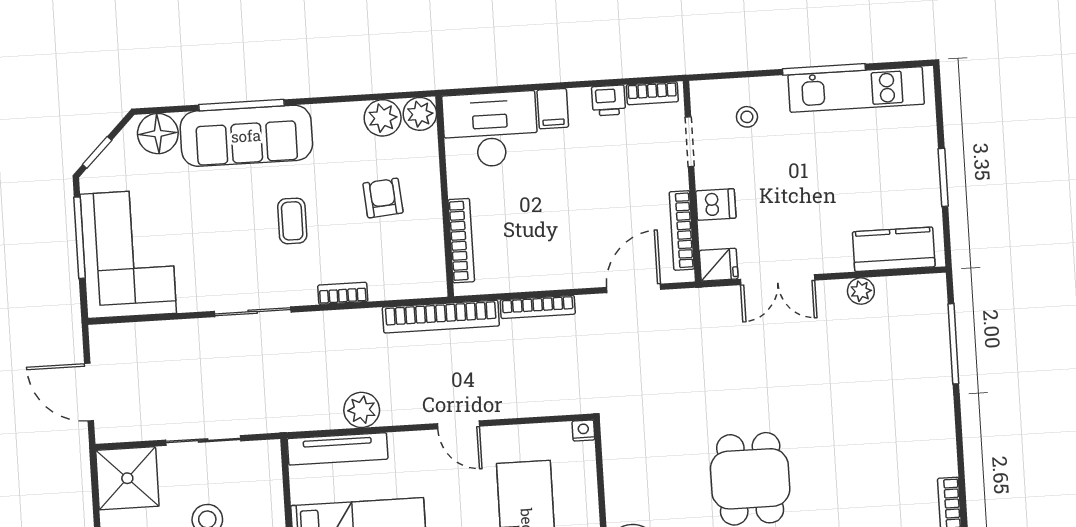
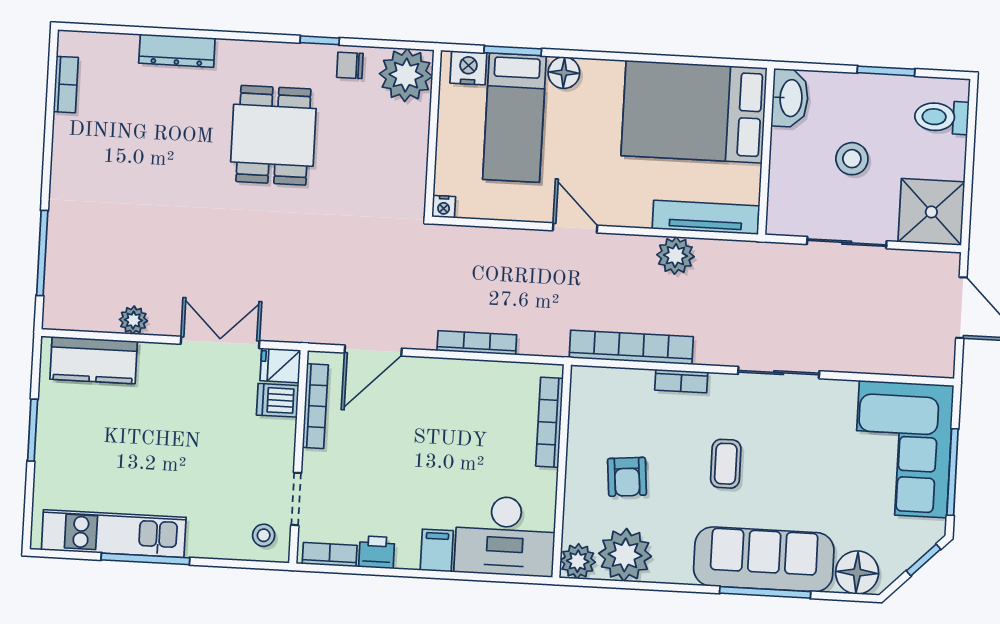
stool: (747, 117) -> (264, 535), moved
plant: (383, 118) -> (625, 555), width x1.36, depth x1.36
dishwasher: (716, 205) -> (278, 400), moved
bookcase: (441, 317) -> (631, 347), moved

